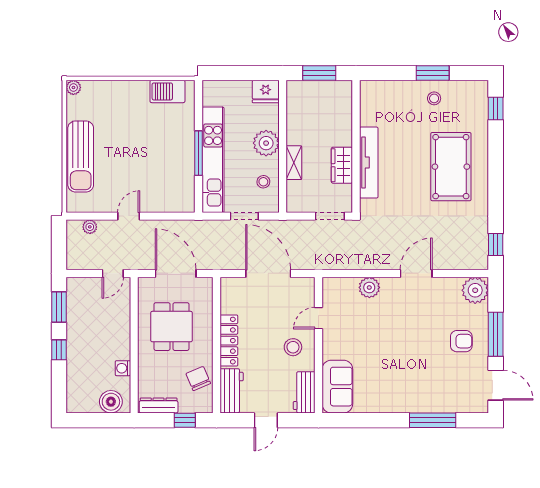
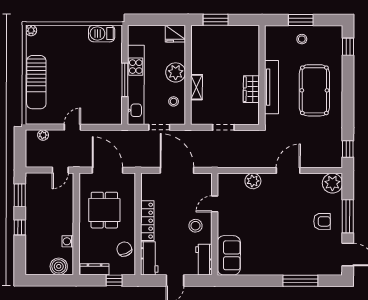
wall: (356, 146) -> (262, 75), moved
tv unit: (369, 163) -> (271, 87), moved
wardrobe: (342, 165) -> (251, 89), moved

